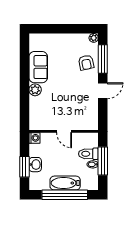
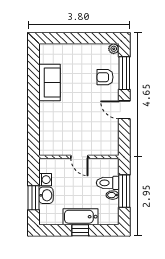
armchair: (86, 63) -> (105, 77), turned 102
plant: (35, 90) -> (46, 109), removed
door: (103, 91) -> (124, 110), swing flipped
washing machine: (34, 138) -> (45, 180), moved
window: (65, 195) -> (80, 230), width x0.32

